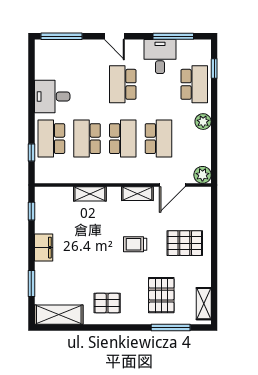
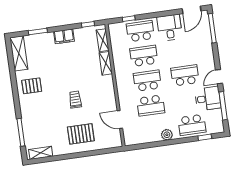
door: (114, 36) -> (219, 77), moved
door: (31, 62) -> (192, 10), added
school desk: (123, 139) -> (147, 81), turned 180
plant: (202, 175) -> (130, 140), removed
shelving: (137, 194) -> (103, 40), moved
pallet: (185, 243) -> (81, 134), turned 90
pallet: (161, 295) -> (42, 123), removed
pallet: (107, 303) -> (32, 86), turned 90

